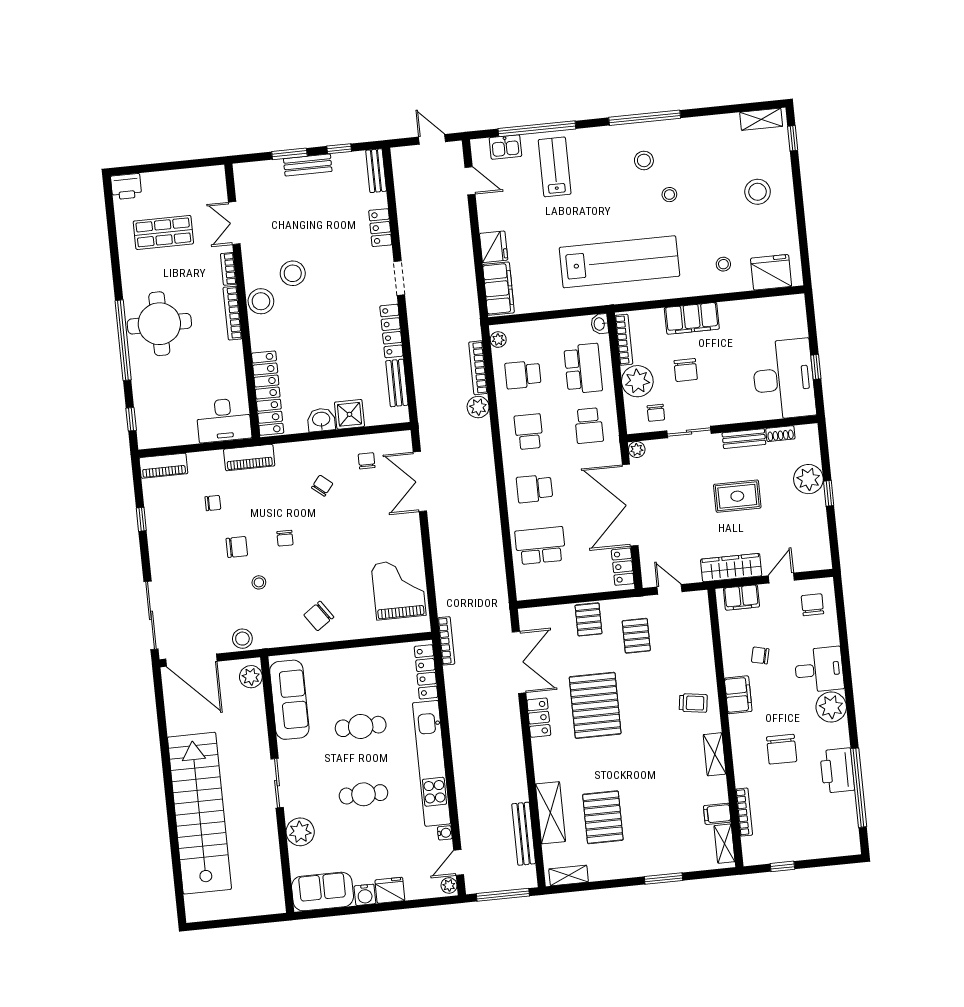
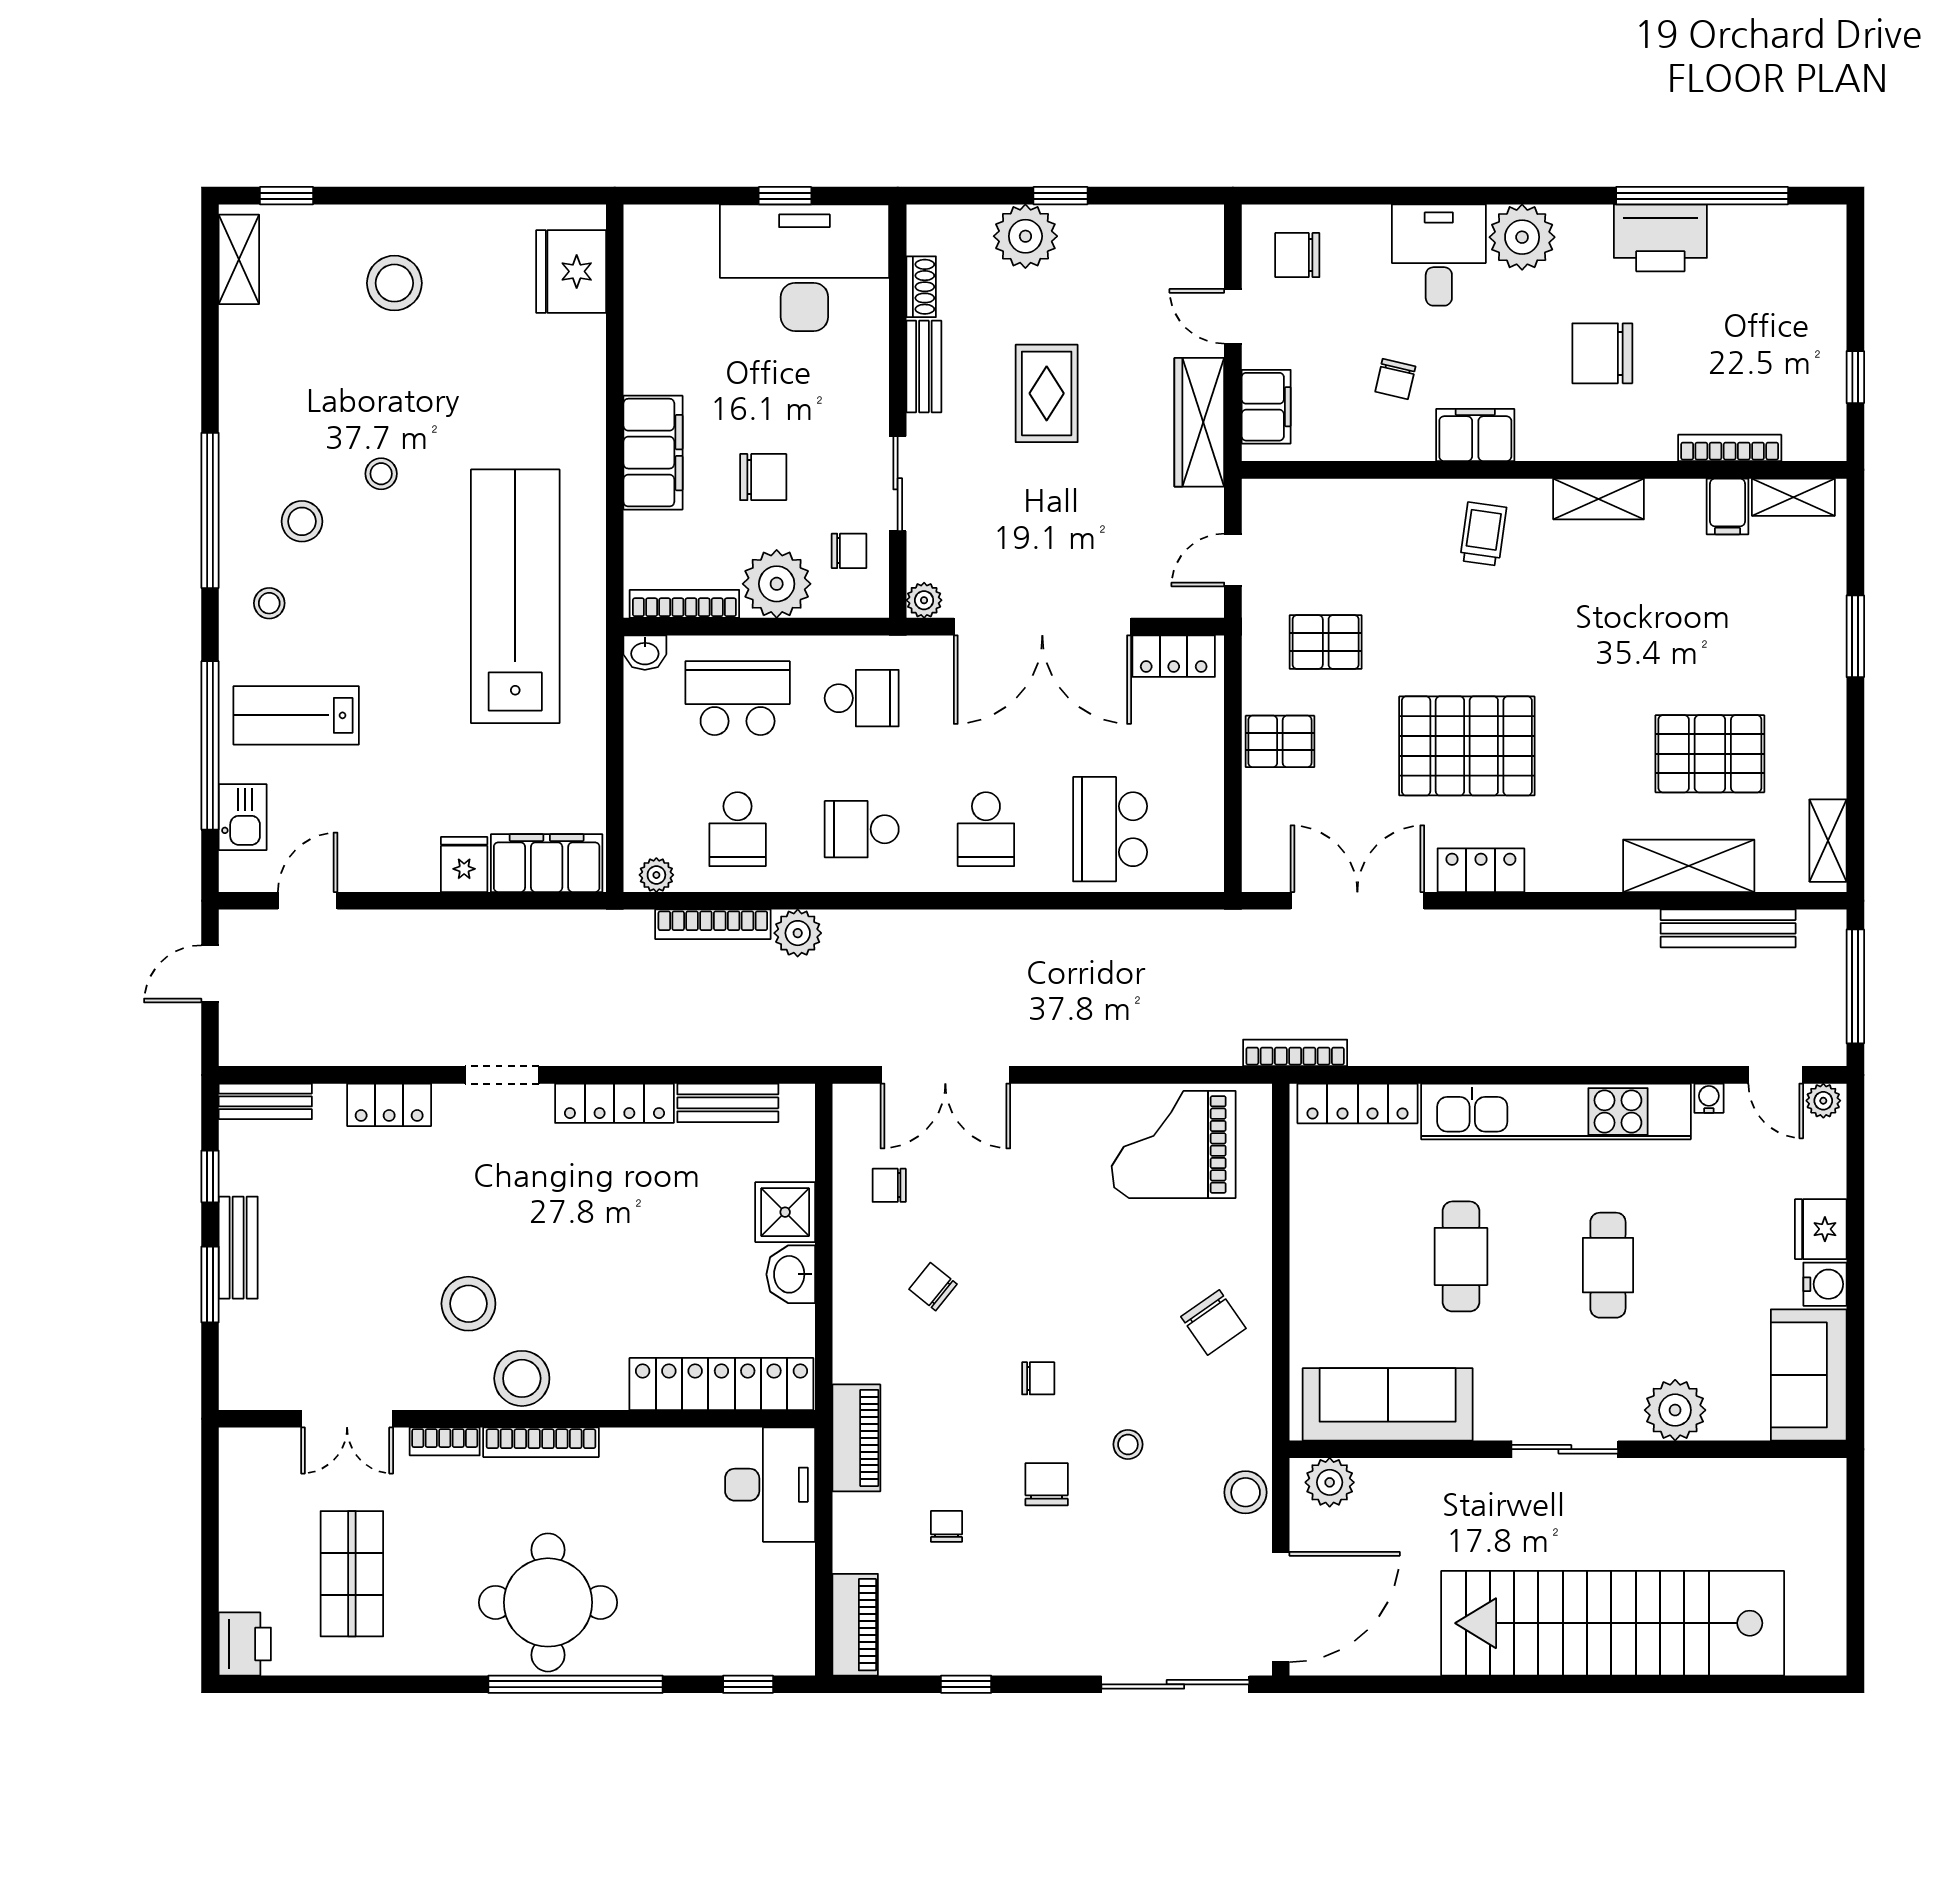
fridge: (494, 247) -> (464, 864), width x0.72
stool: (723, 264) -> (269, 603), moved
chair: (782, 749) -> (1602, 353), turned 180

